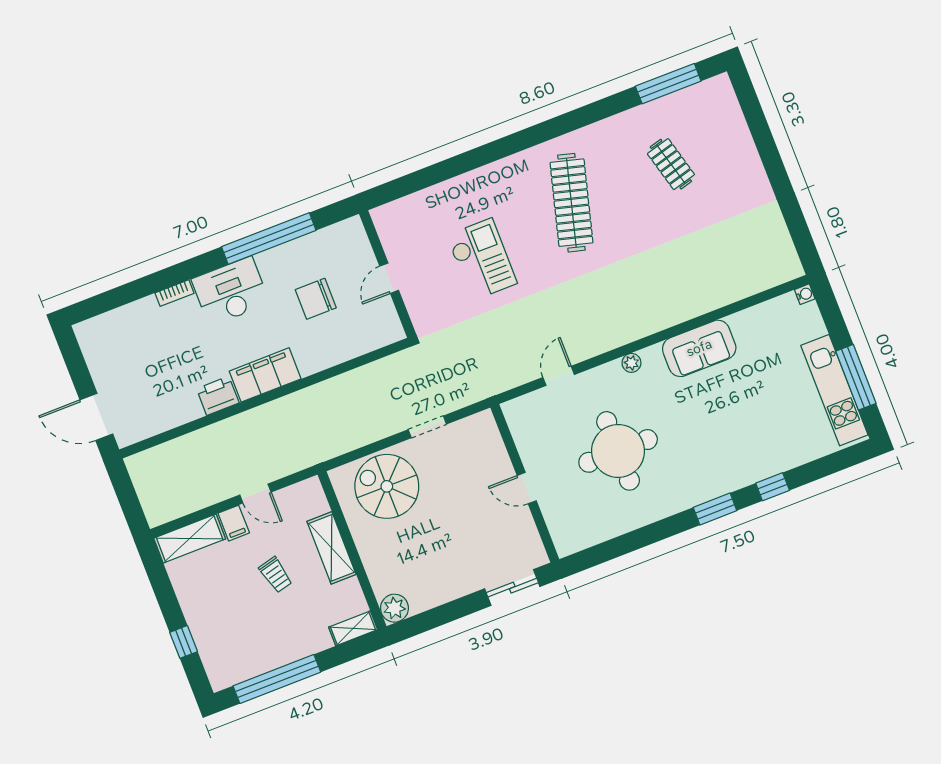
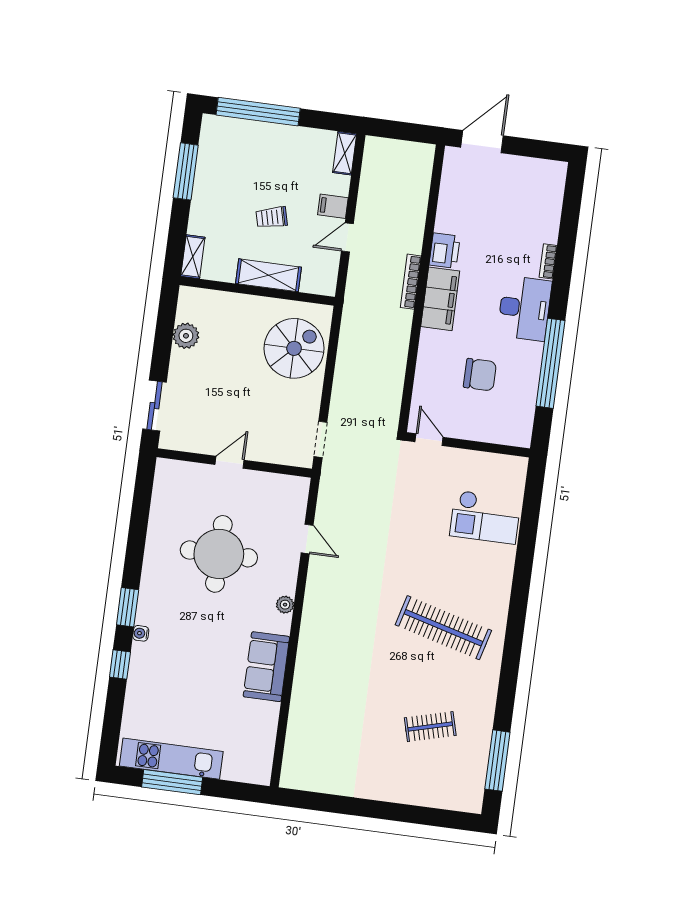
checkout: (482, 259) -> (485, 517), moved
door: (389, 278) -> (429, 440), moved
water cooler: (805, 294) -> (141, 633), moved, turned 90
chair: (316, 299) -> (480, 375), turned 90
bookcase: (264, 411) -> (411, 282), added
doorway: (427, 427) -> (320, 439), moved
shelving: (190, 539) -> (345, 153), width x0.67, depth x0.75
plant: (394, 608) -> (186, 336), moved
window: (184, 642) -> (258, 112), width x3.17
window: (277, 679) -> (186, 171), width x0.68

